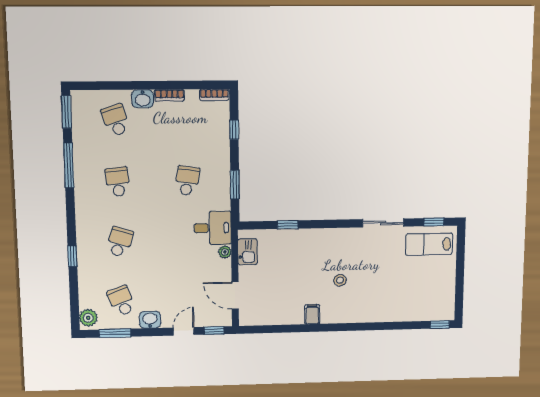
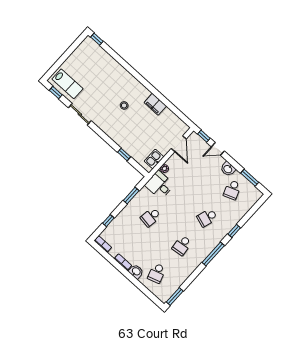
window: (69, 165) -> (213, 254), moved
filing cabinet: (312, 314) -> (155, 104), width x2.00
plant: (88, 318) -> (255, 196), removed

